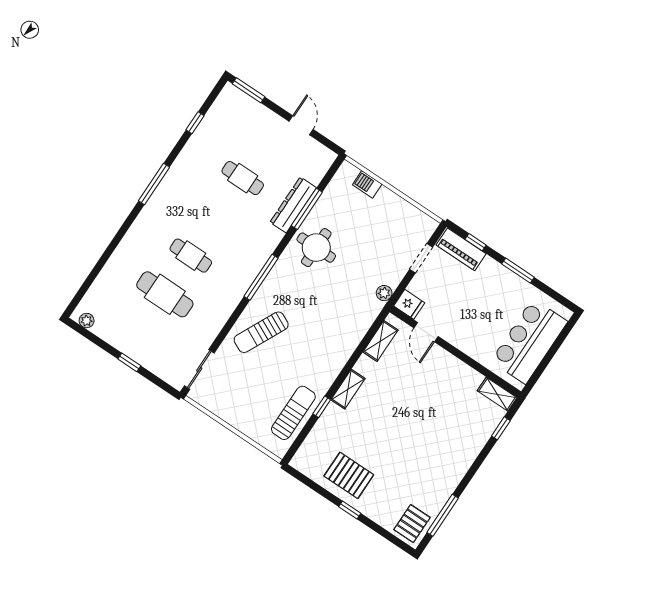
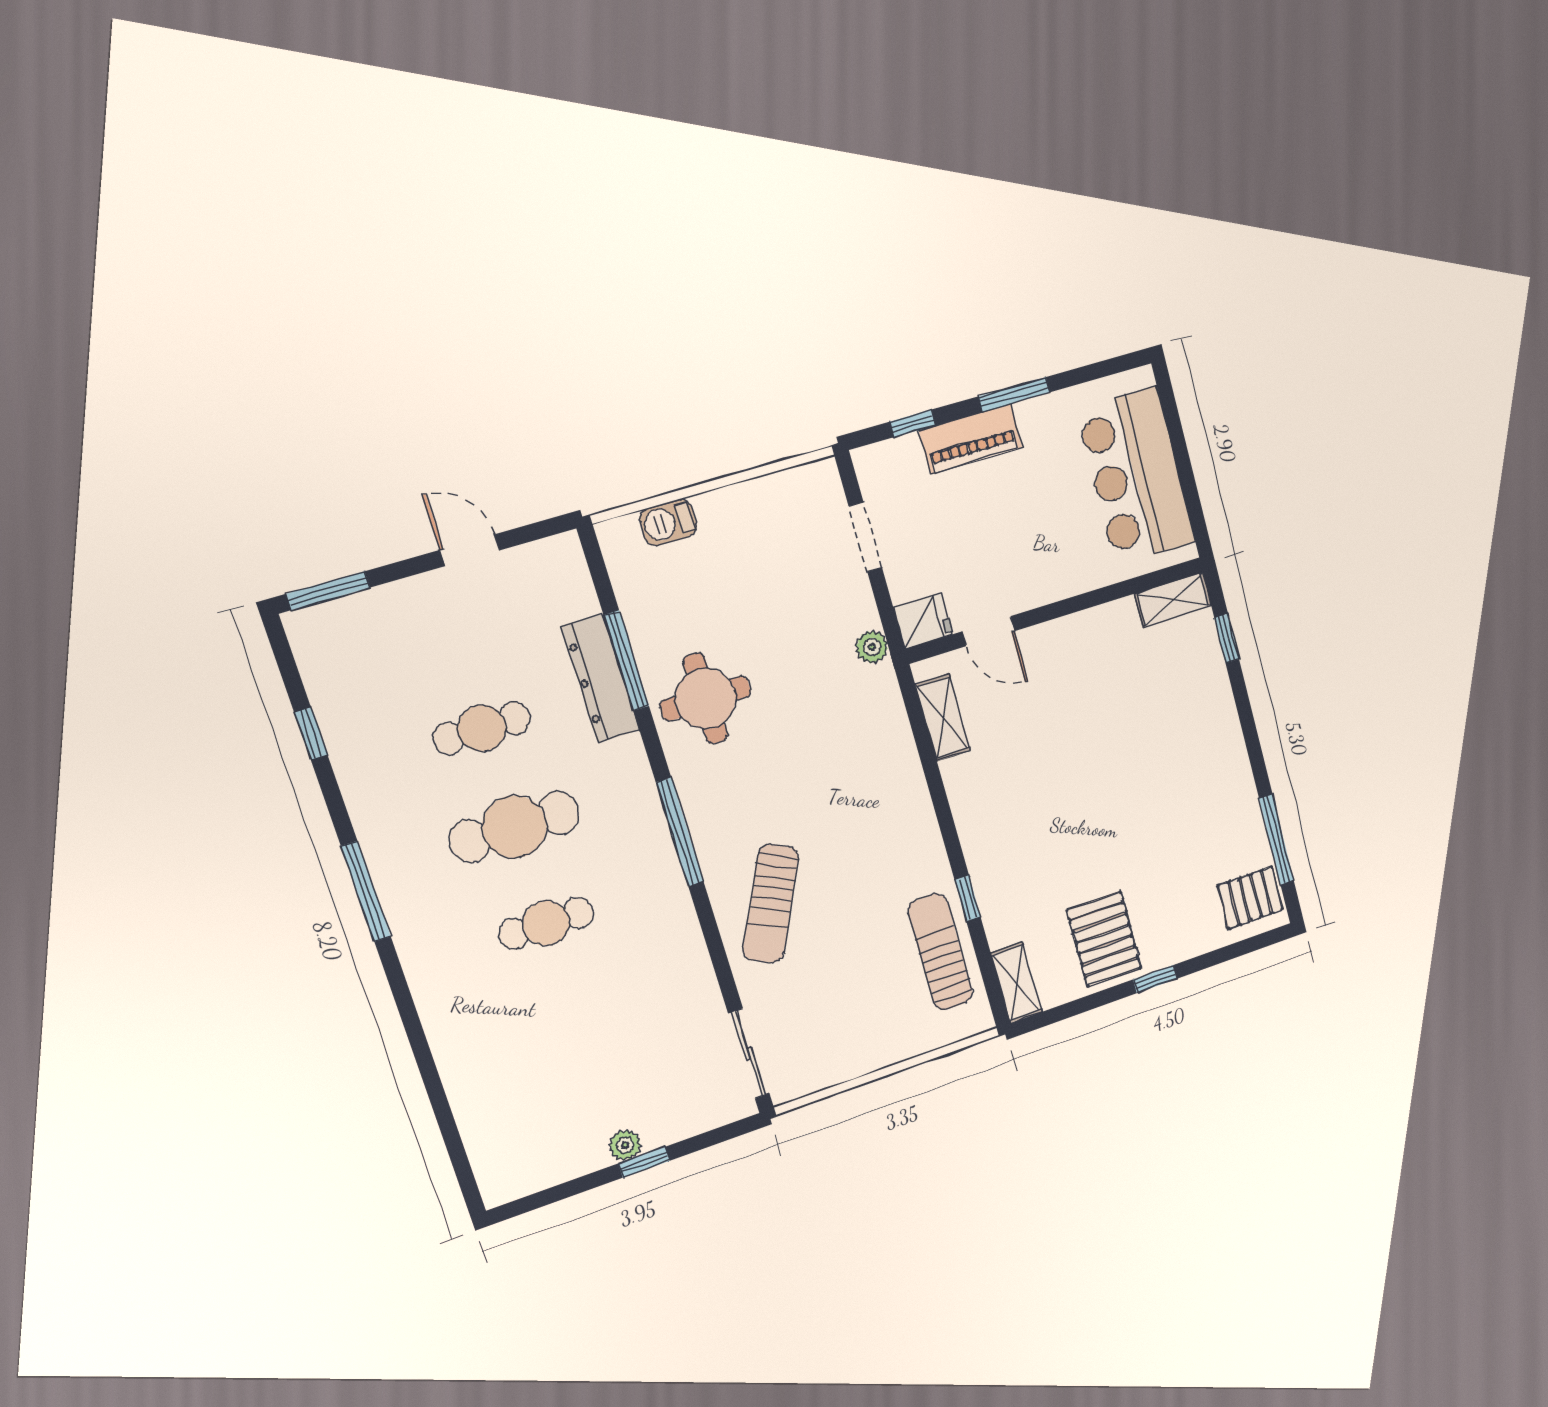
piano: (461, 249) -> (971, 439), moved
cafe table: (165, 294) -> (514, 827), moved
plant: (87, 321) -> (625, 1145), moved
shelving: (348, 389) -> (1016, 983), moved
pallet: (349, 475) -> (1104, 939), turned 90
pallet: (412, 524) -> (1250, 898), turned 90

